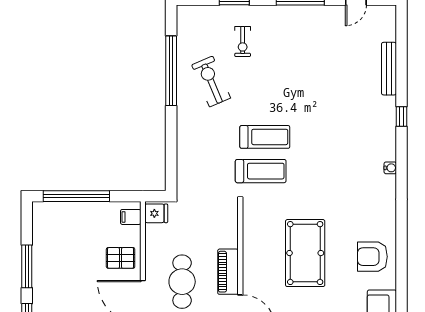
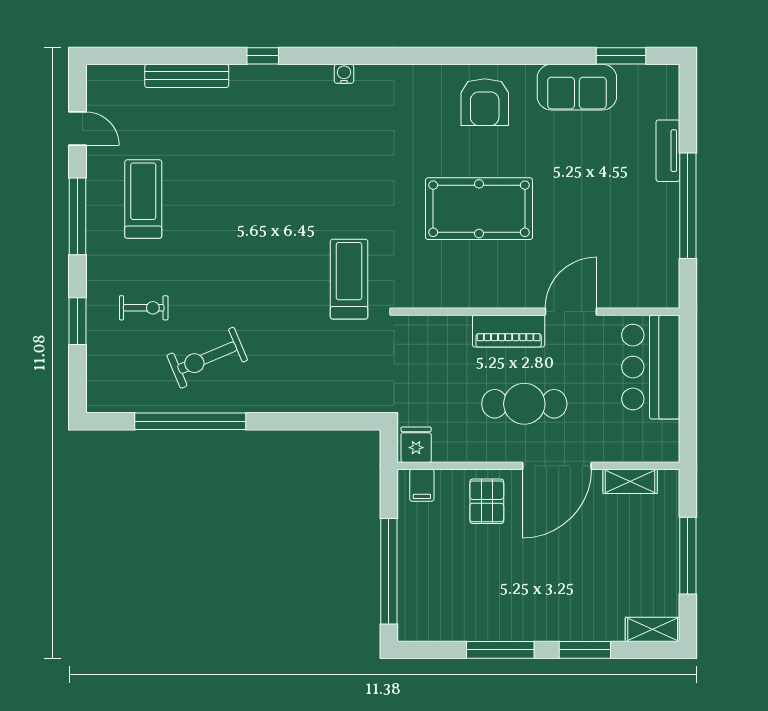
treadmill: (265, 137) -> (143, 199), moved

